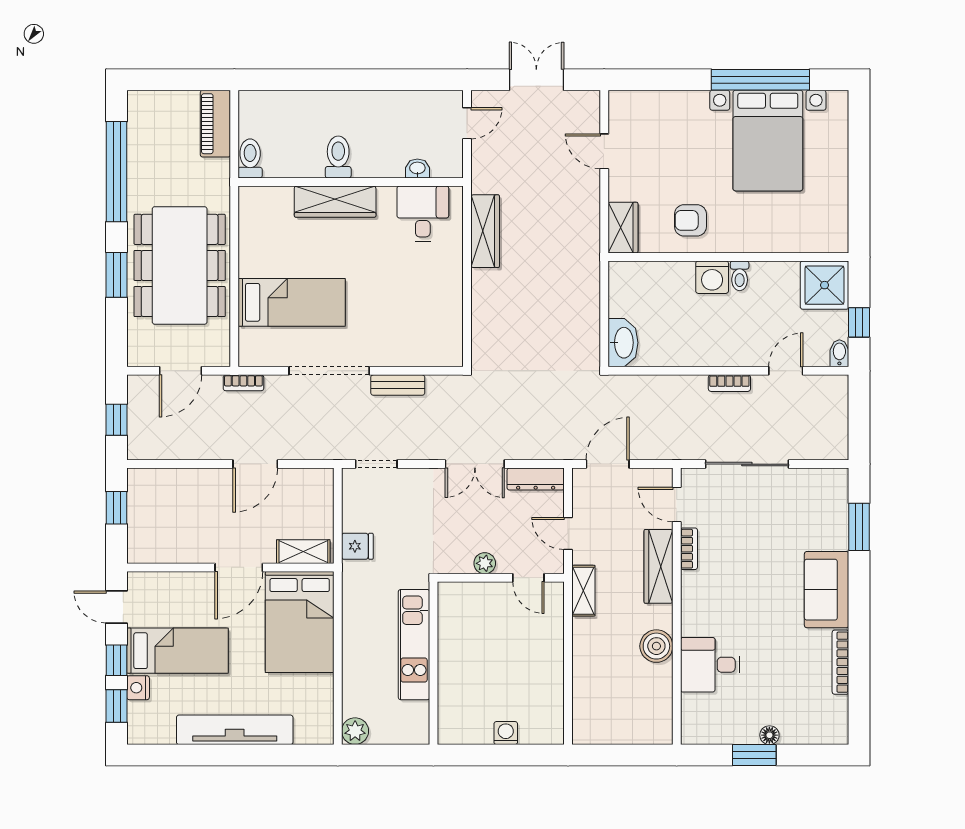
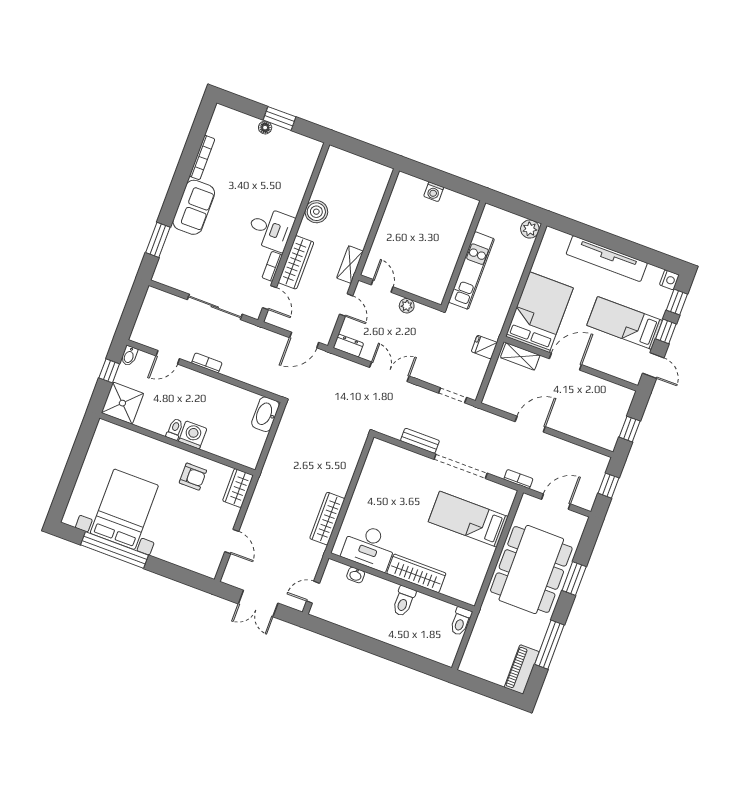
piano: (215, 124) -> (522, 669), moved, turned 180
window: (117, 172) -> (549, 645), width x0.68
desk: (423, 214) -> (369, 547), width x1.37
dresser: (536, 479) -> (348, 346), width x0.70
desk: (710, 665) -> (271, 229), moved
nightstand: (138, 688) -> (669, 280), moved

